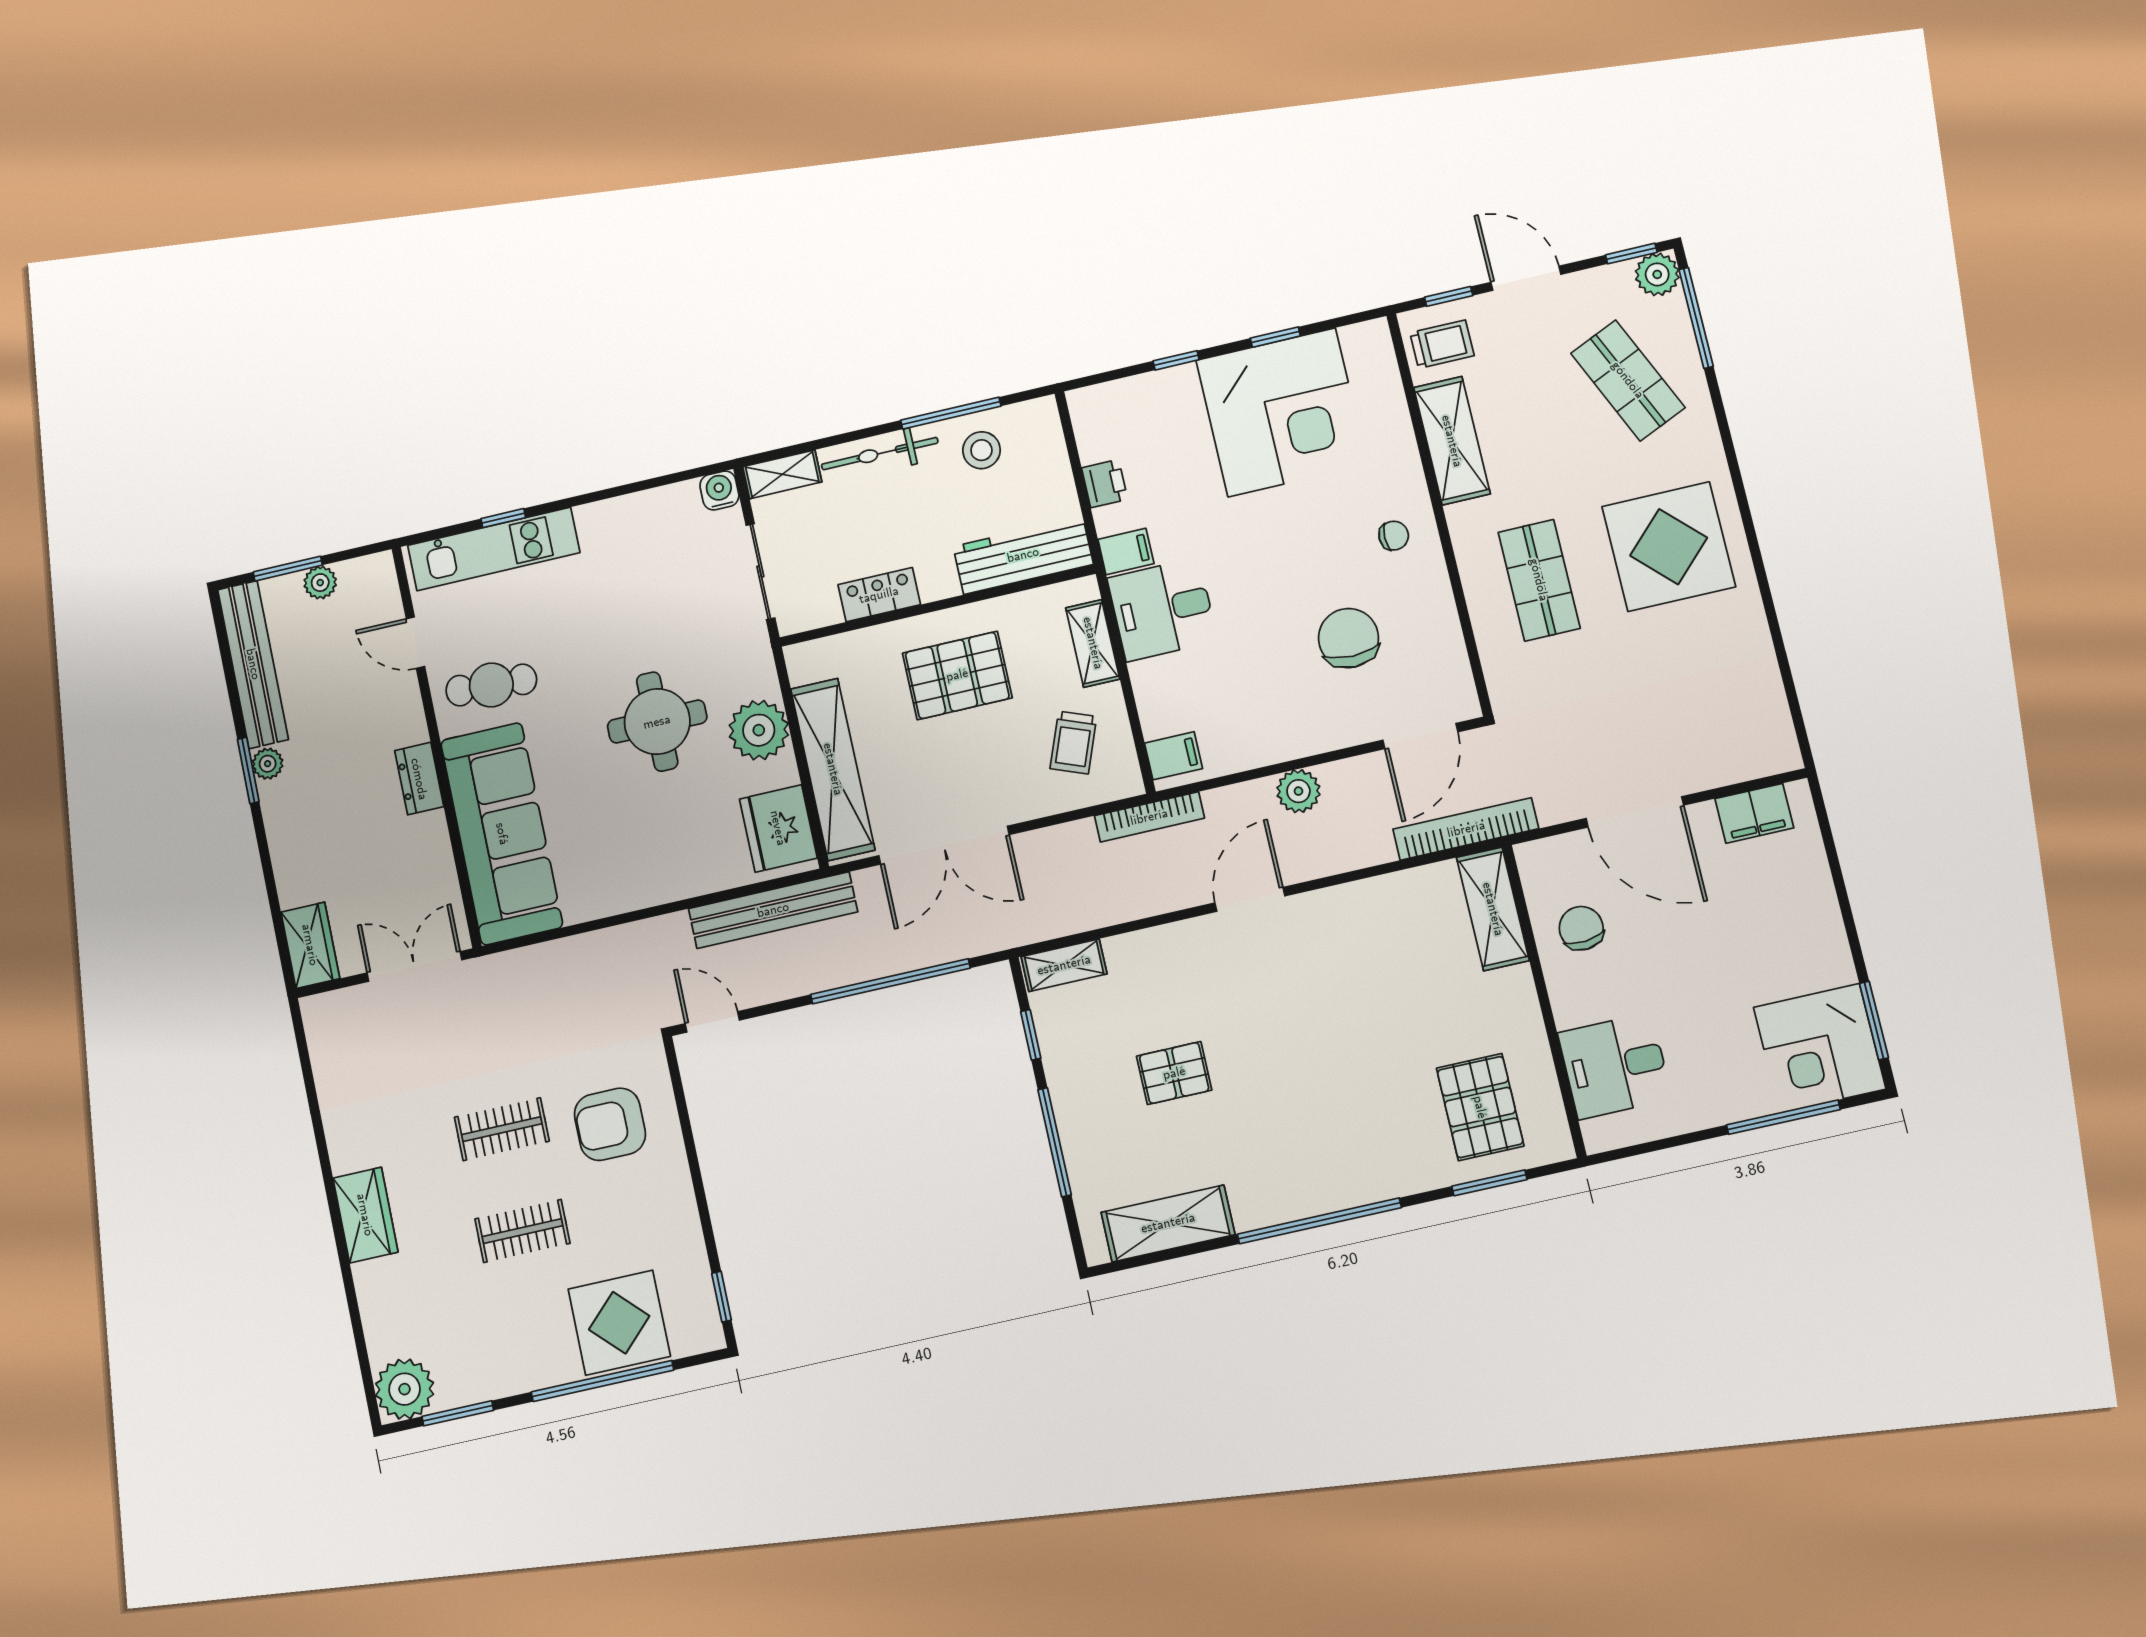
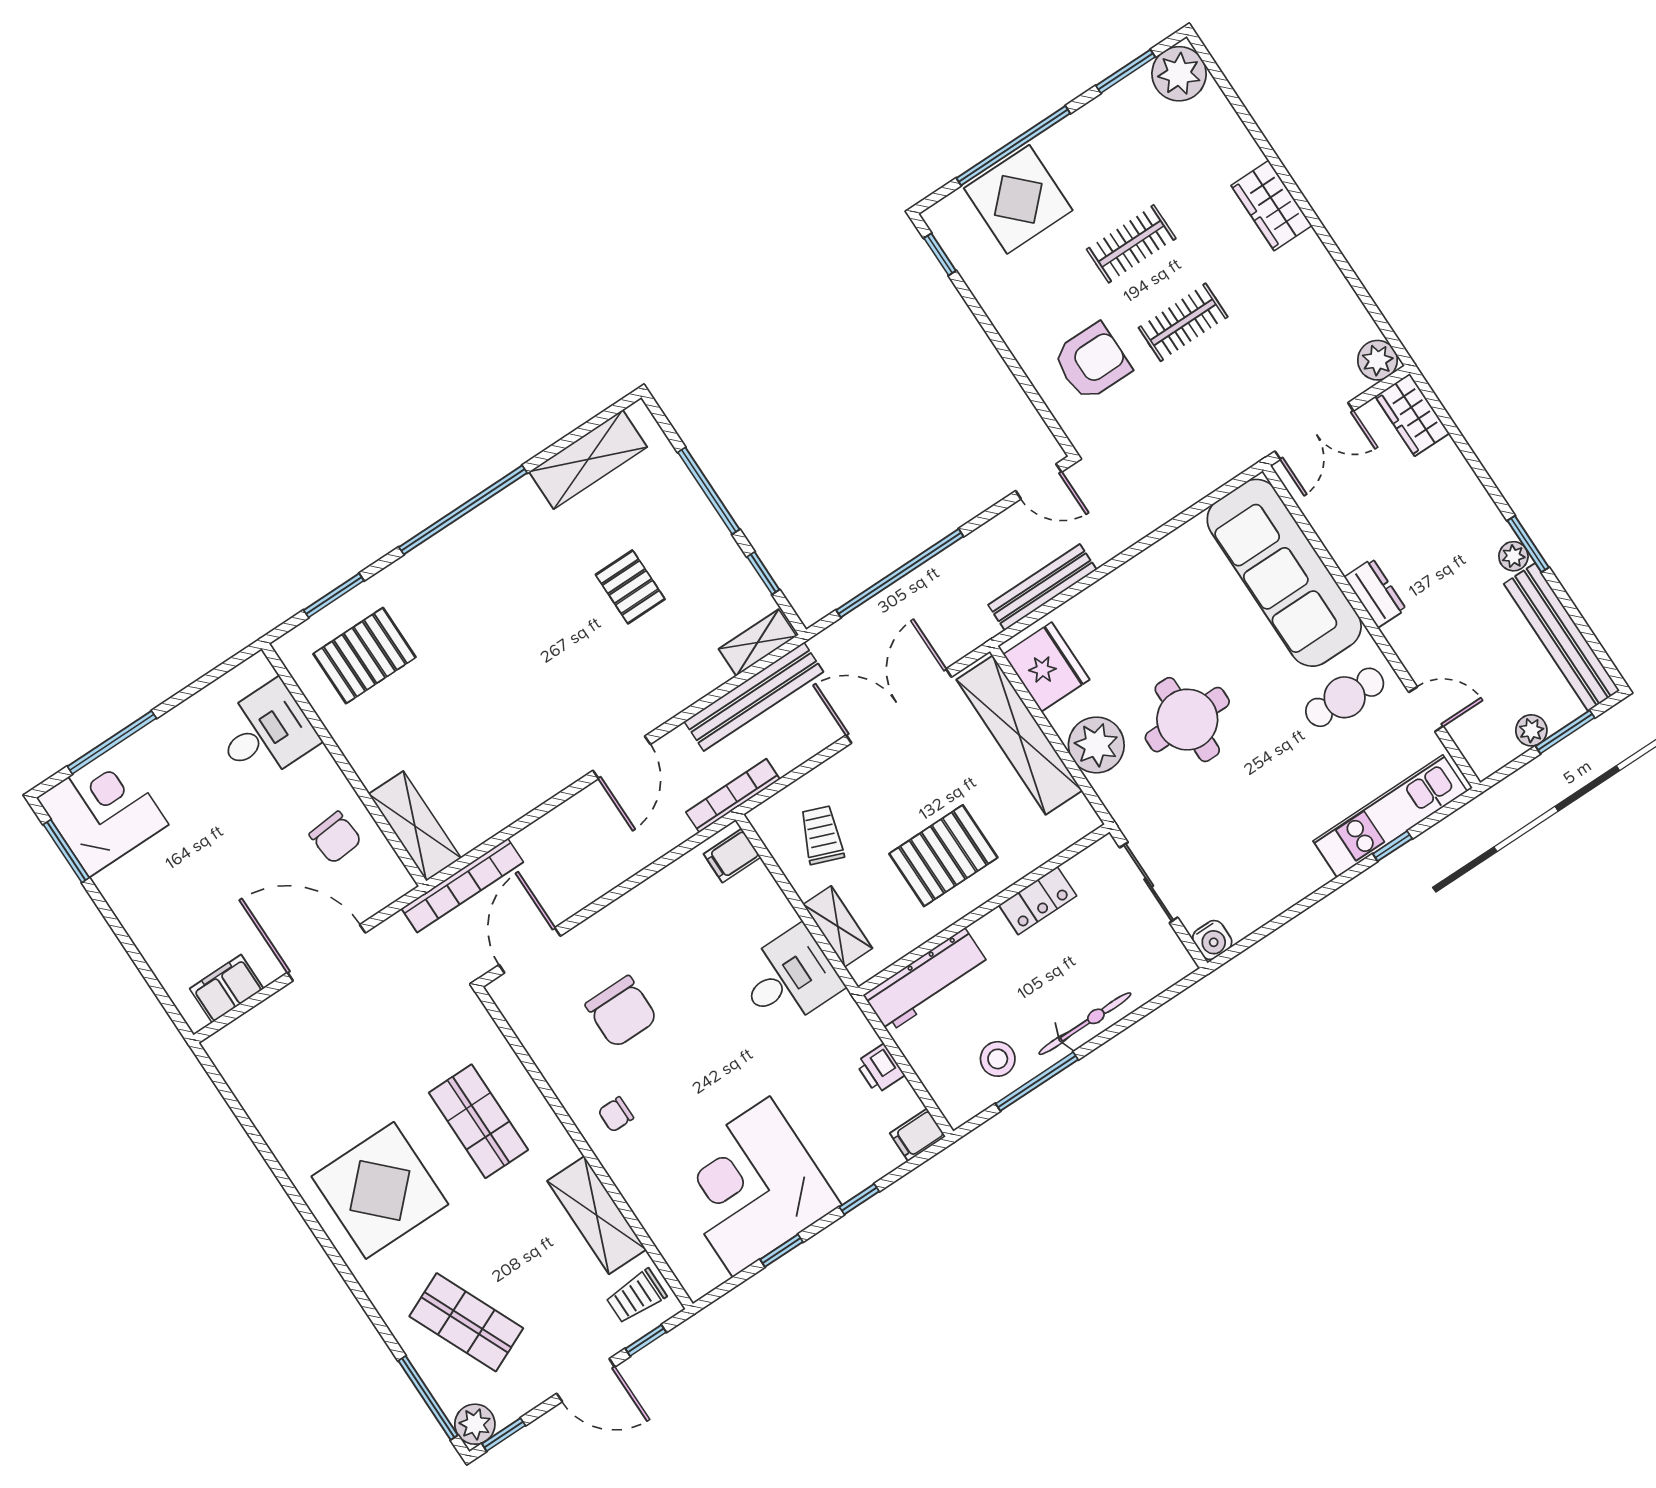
shelving: (782, 474) -> (1163, 974), removed
filing cabinet: (1126, 552) -> (918, 1135), moved
plant: (1298, 791) -> (1377, 360), moved
bench: (773, 910) -> (1042, 587), width x0.73, depth x0.82
bench: (1089, 911) -> (754, 697), added
pallet: (1174, 1073) -> (630, 587), turned 90
pallet: (1480, 1107) -> (365, 656), turned 90

